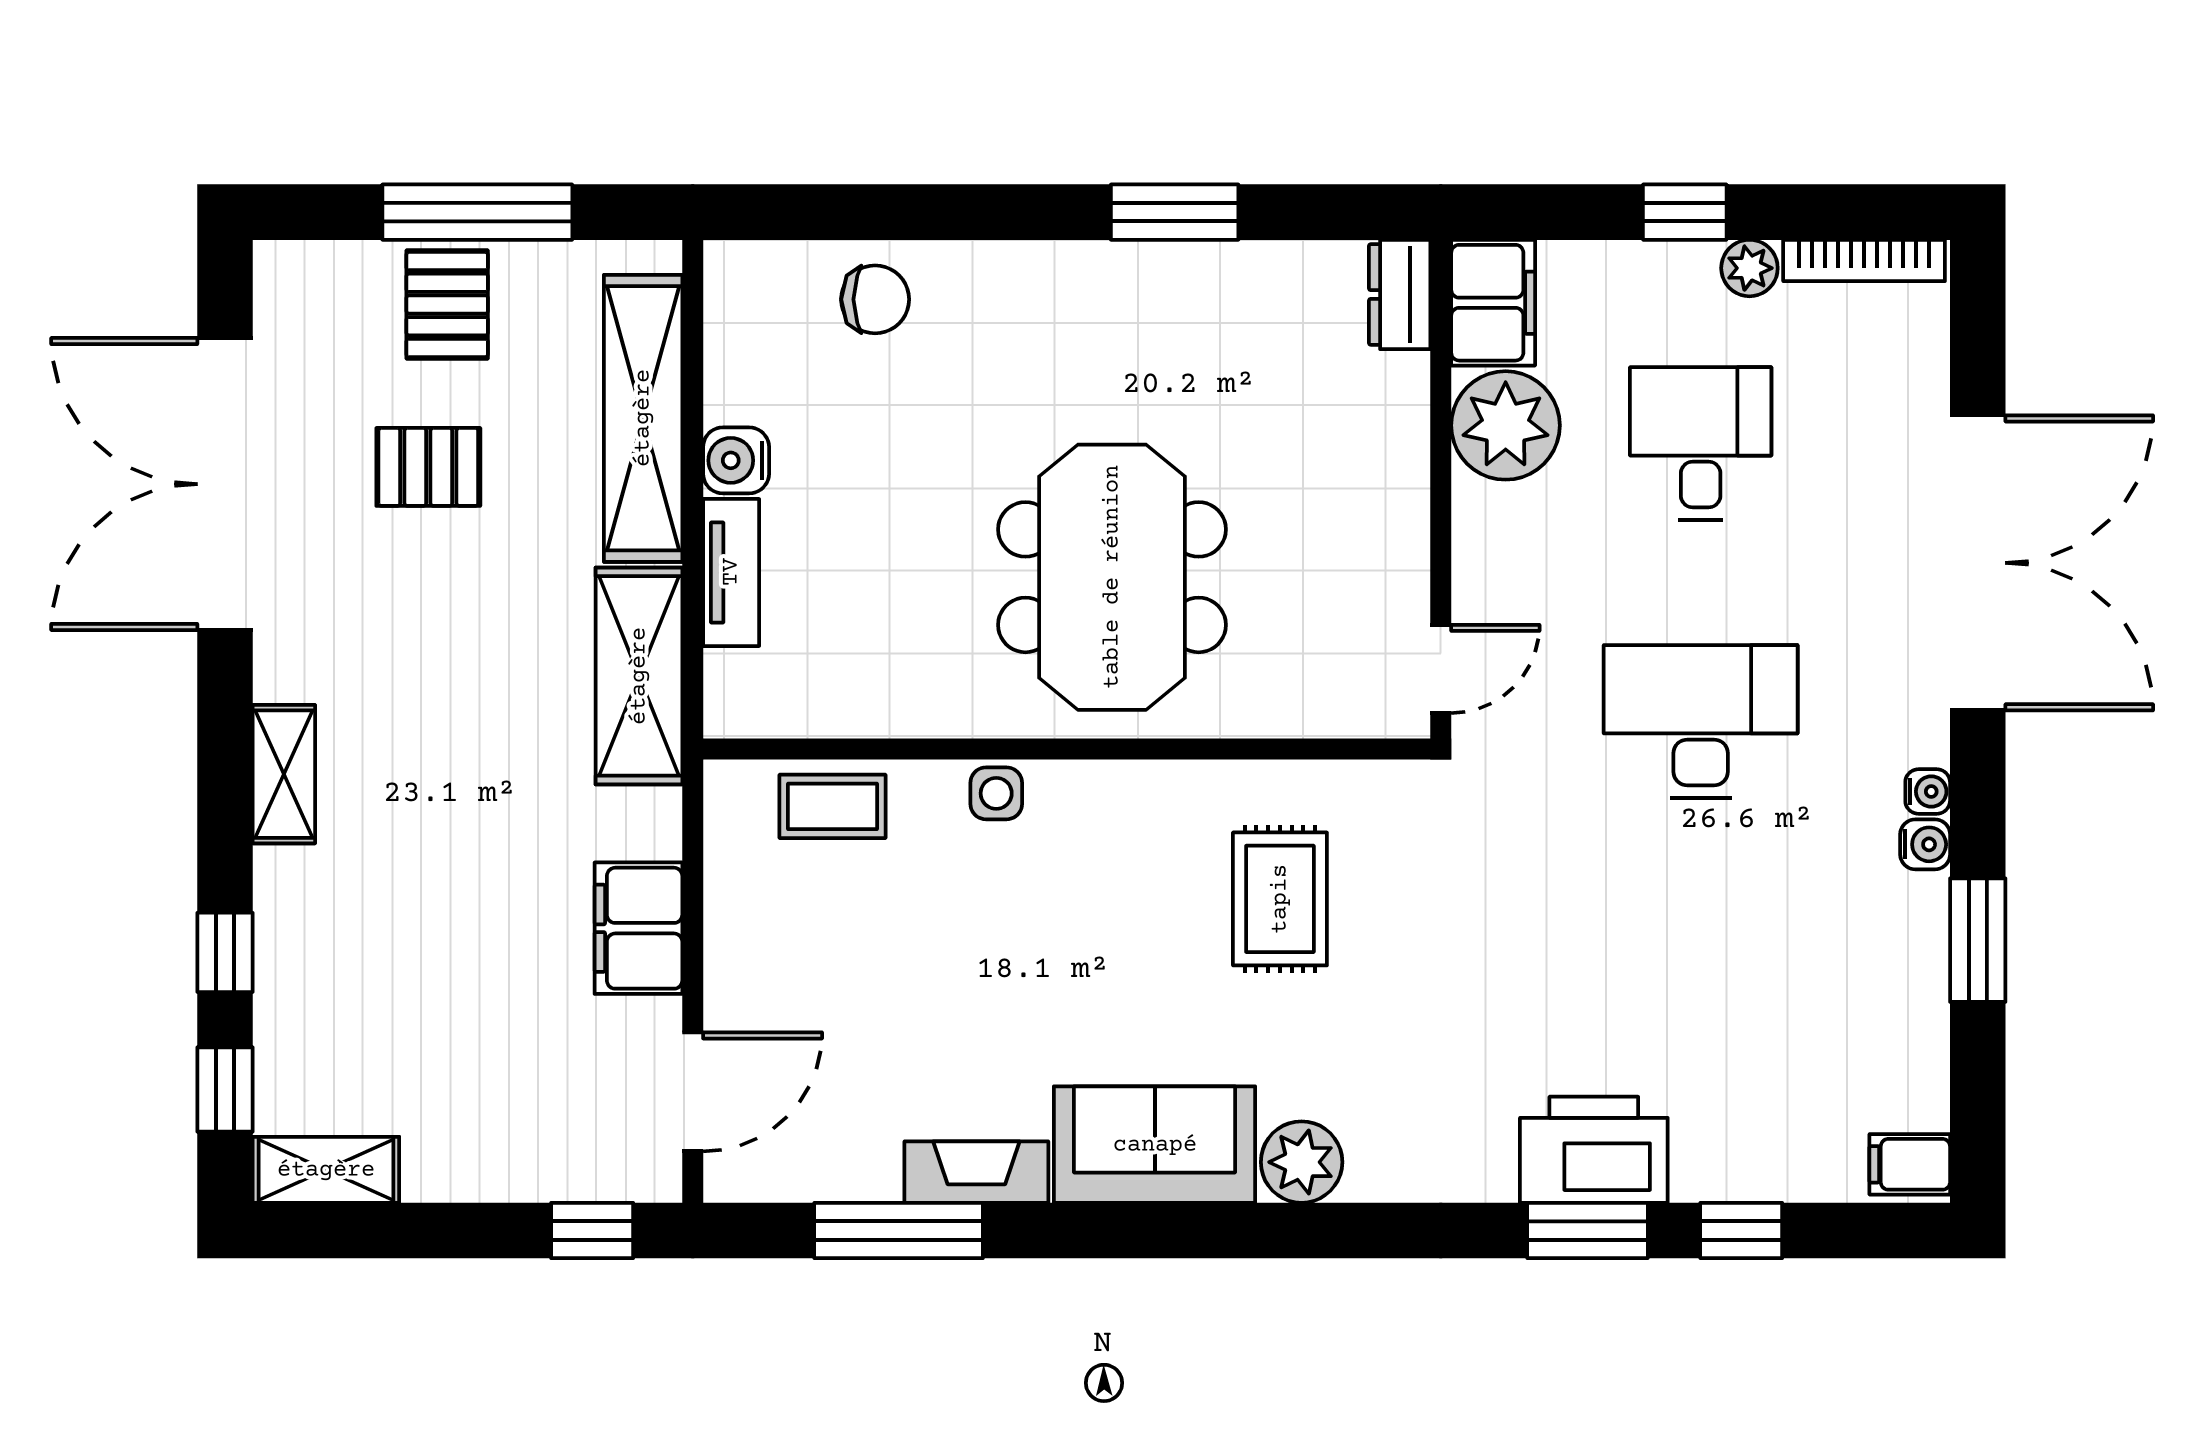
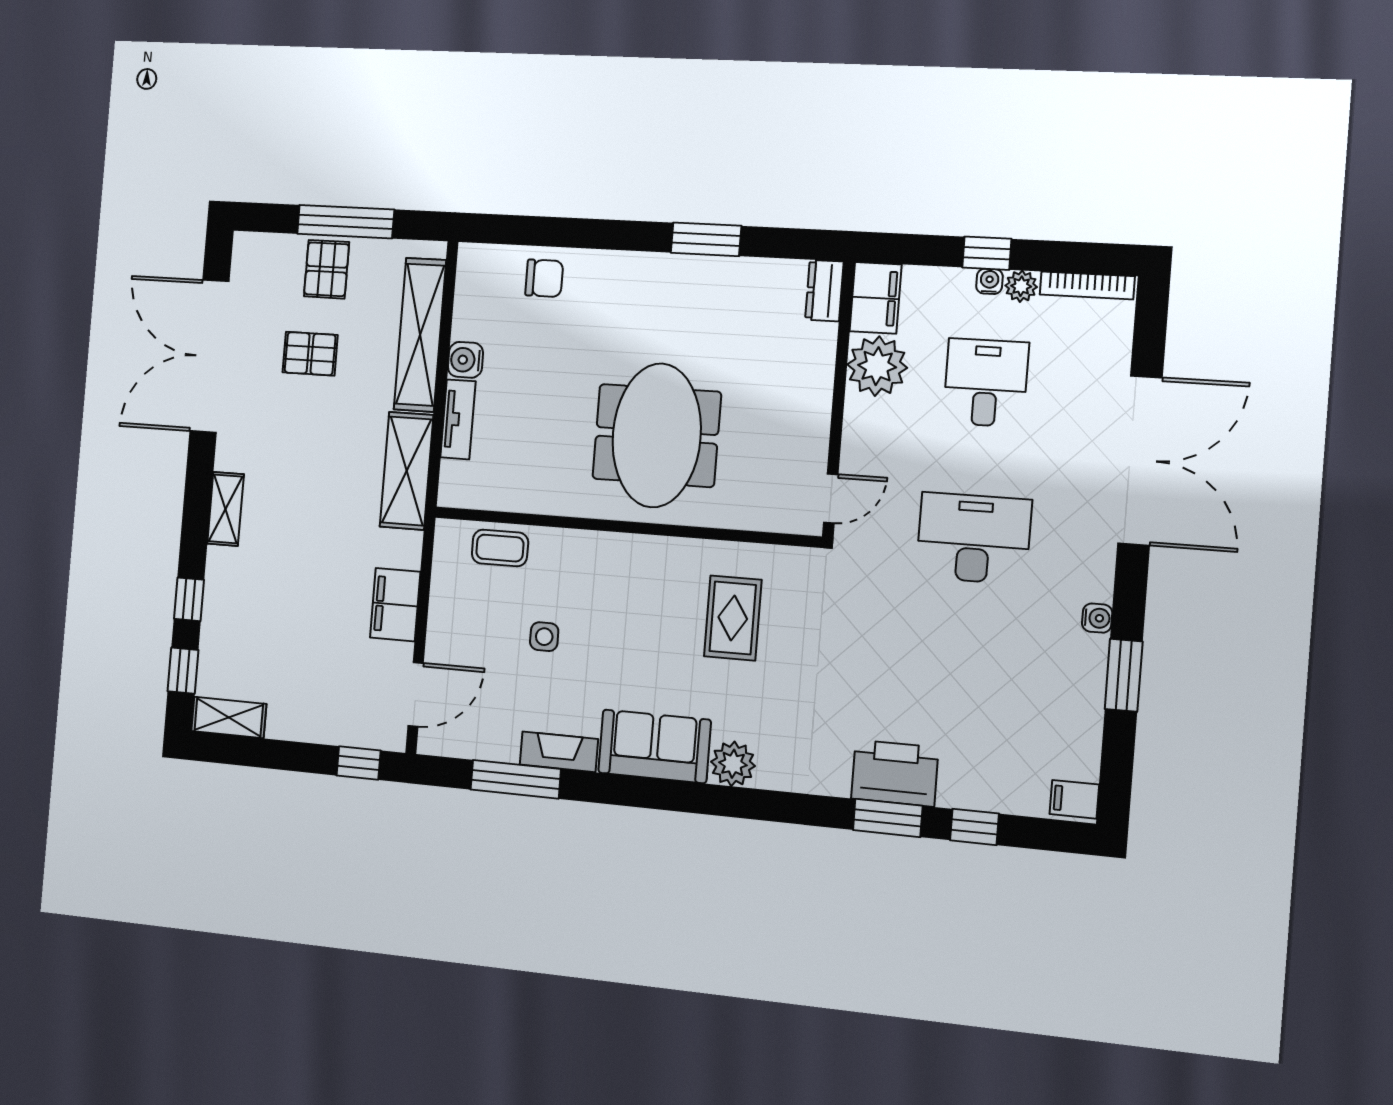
water cooler: (1928, 791) -> (989, 281), moved, turned -90
side table: (996, 793) -> (544, 637), moved

